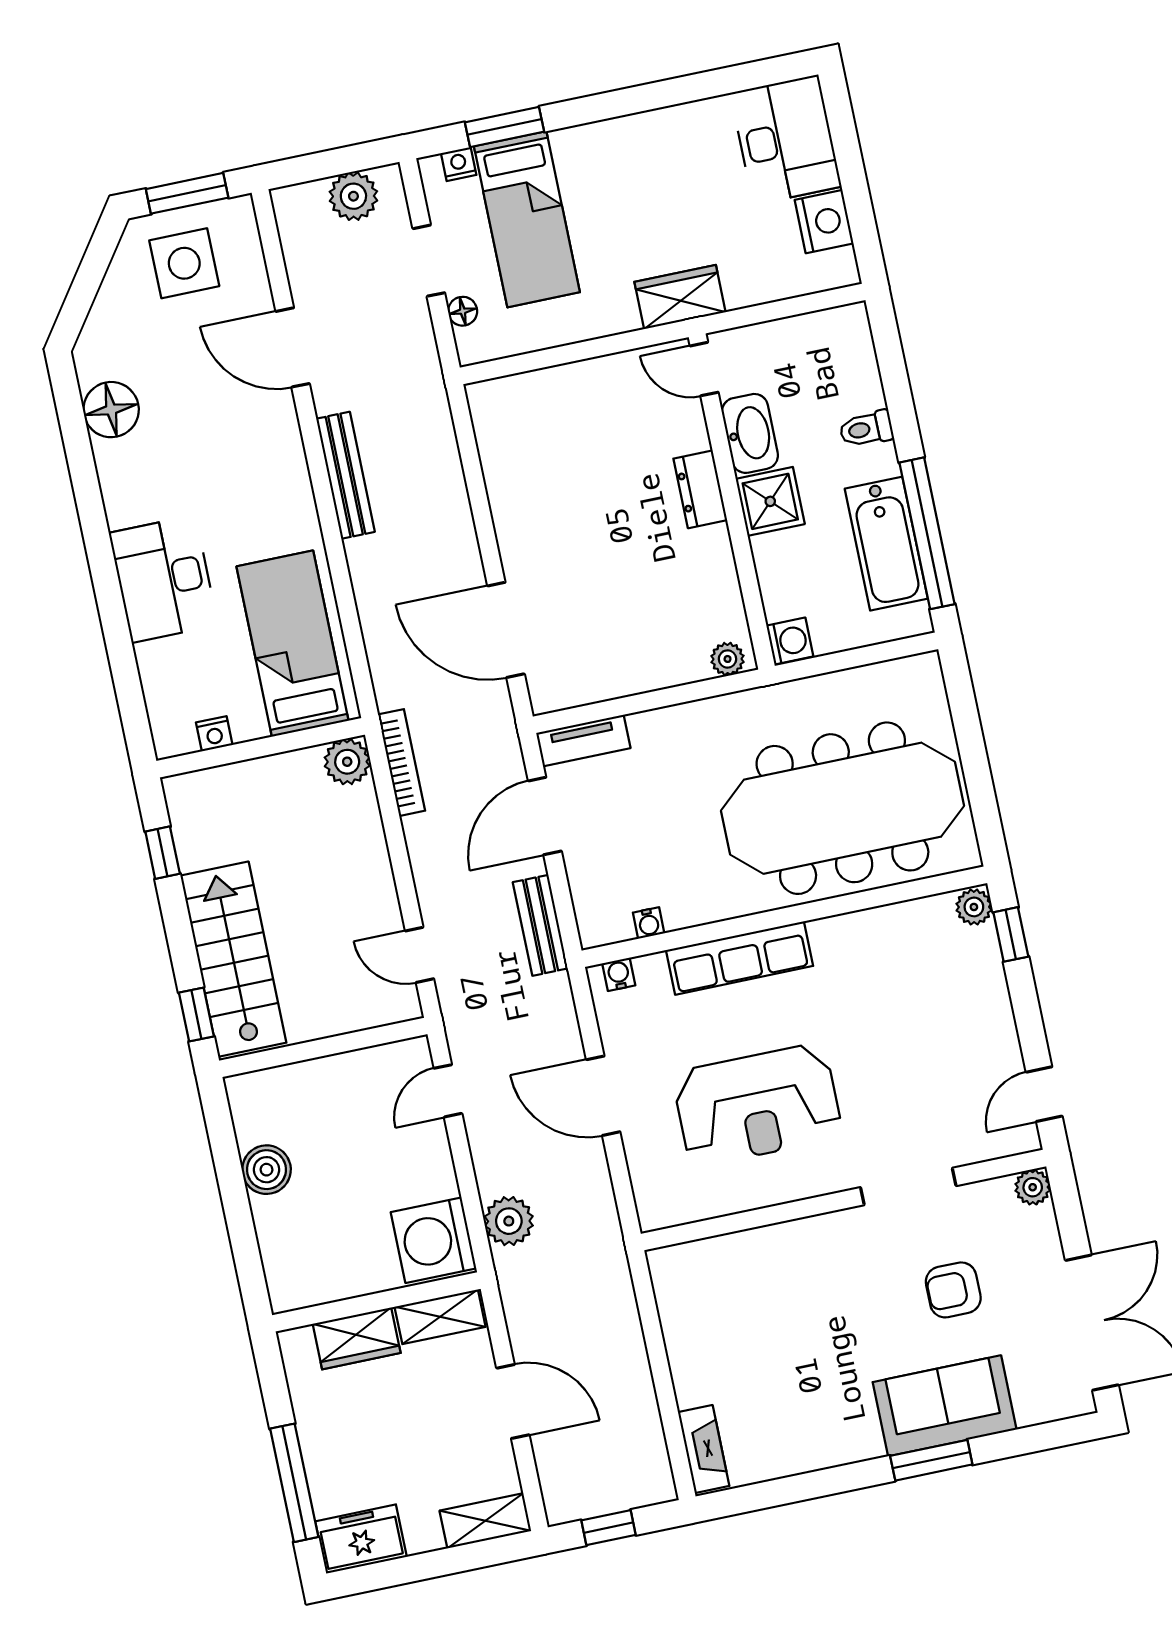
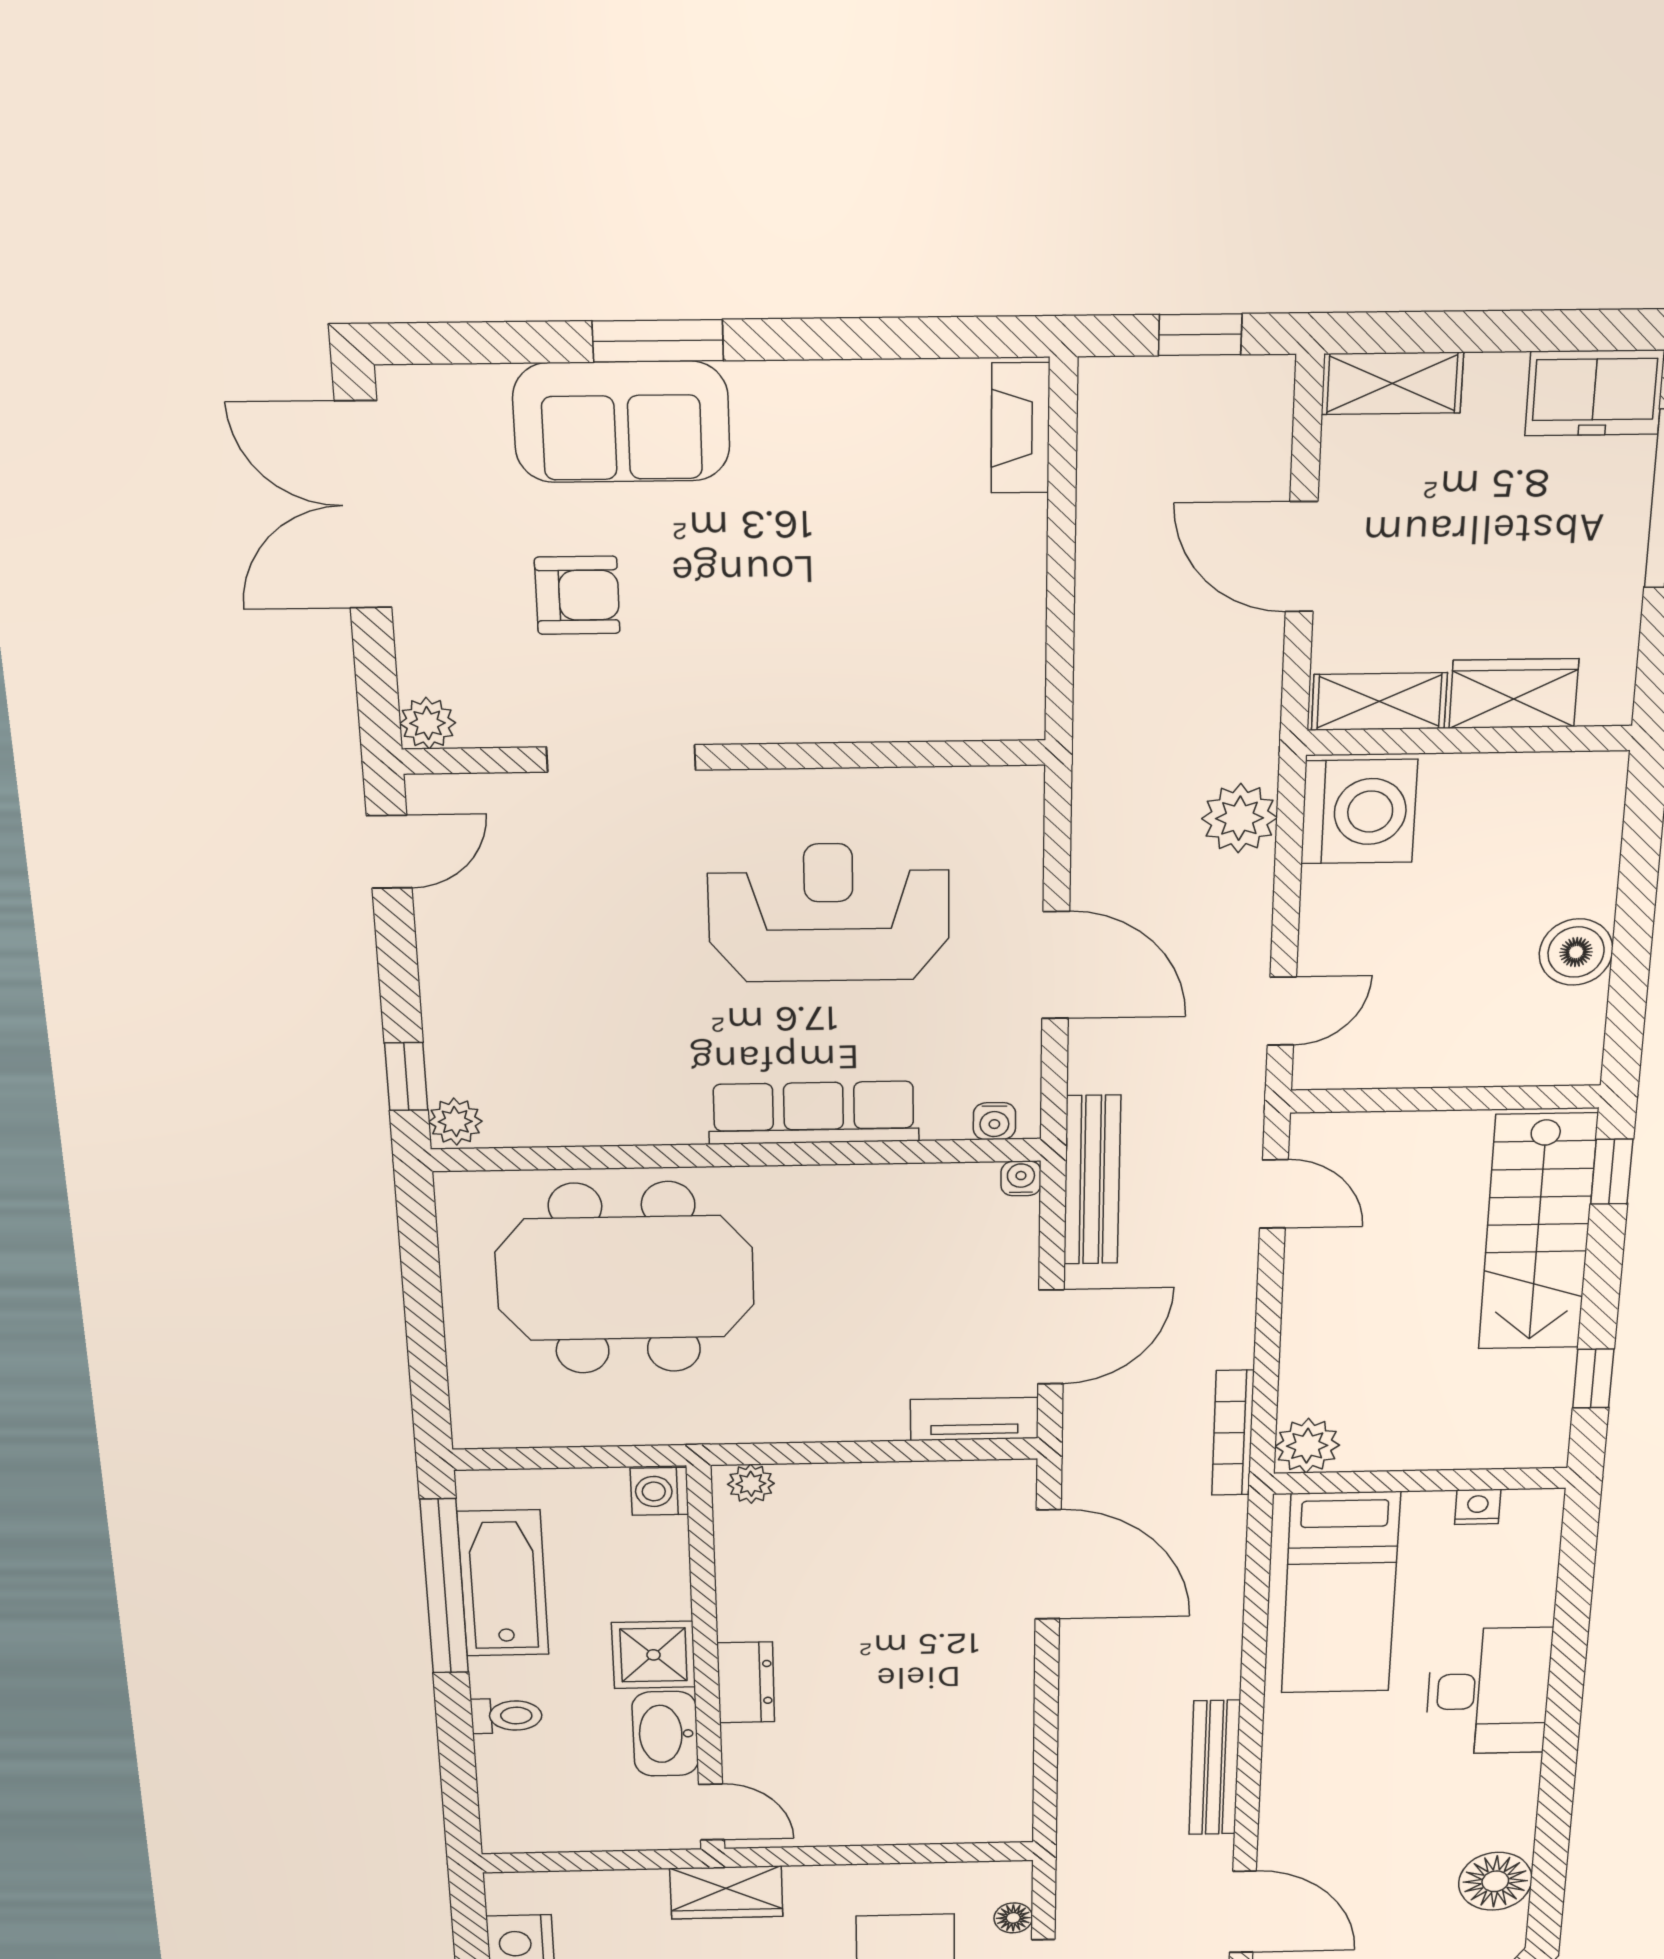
meeting table: (842, 808) -> (625, 1278), width x0.73
water cooler: (649, 923) -> (1021, 1178), moved
bench: (540, 925) -> (1092, 1180), width x1.36

